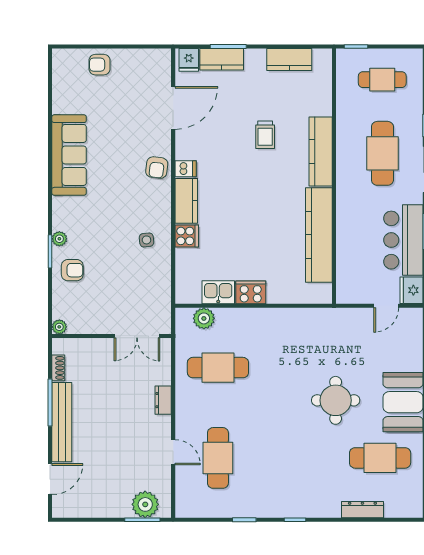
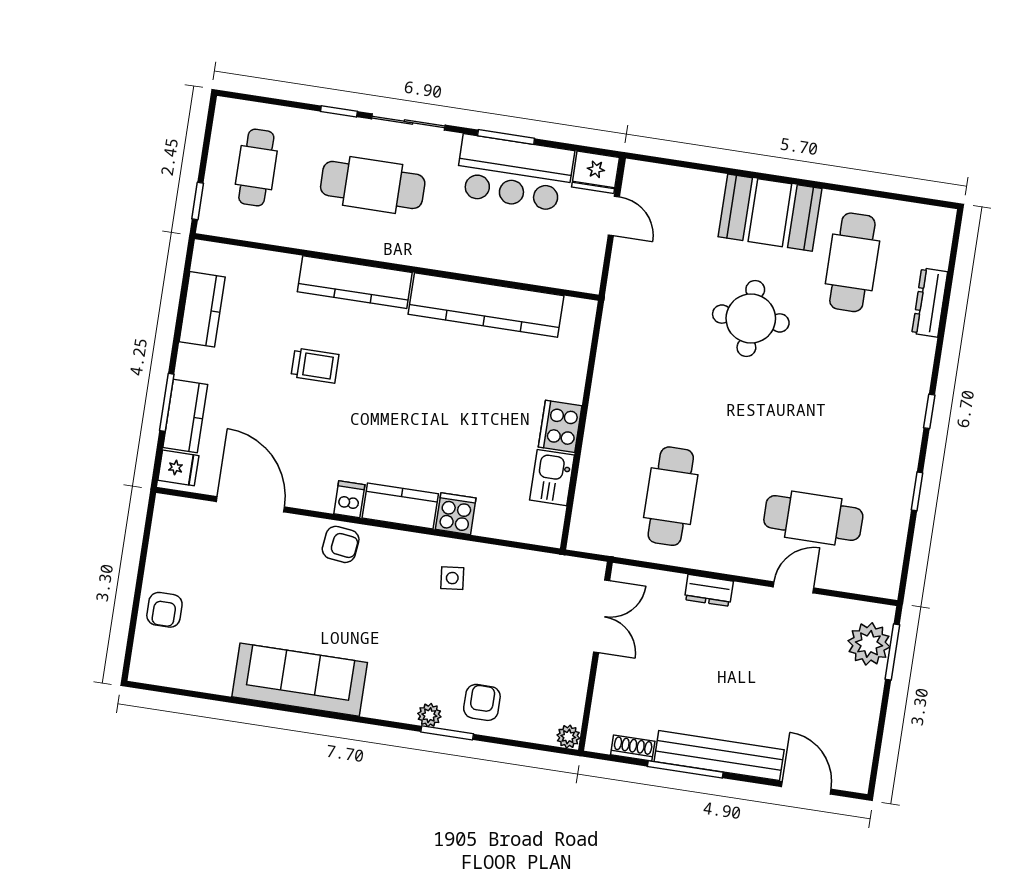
plant: (204, 318) -> (590, 507), removed

